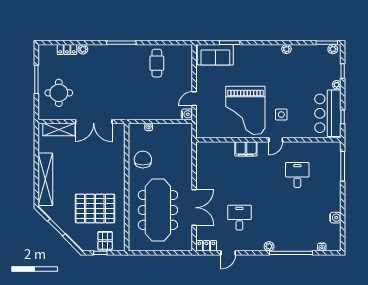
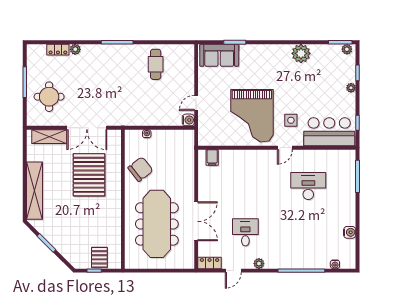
plant: (287, 49) -> (301, 53), width x1.87, depth x1.87
bar counter: (328, 113) -> (329, 132), moved, turned 90
filing cabinet: (246, 149) -> (212, 158), moved, width x0.50
chair: (143, 160) -> (140, 169), turned 52
desk: (297, 175) -> (308, 186), width x1.37
pallet: (95, 208) -> (89, 175), moved, turned 90
plant: (269, 246) -> (259, 264), moved

